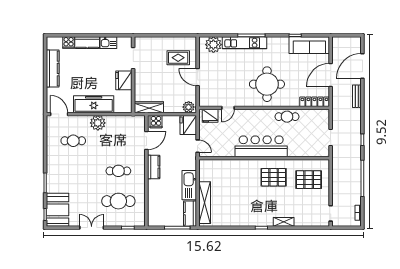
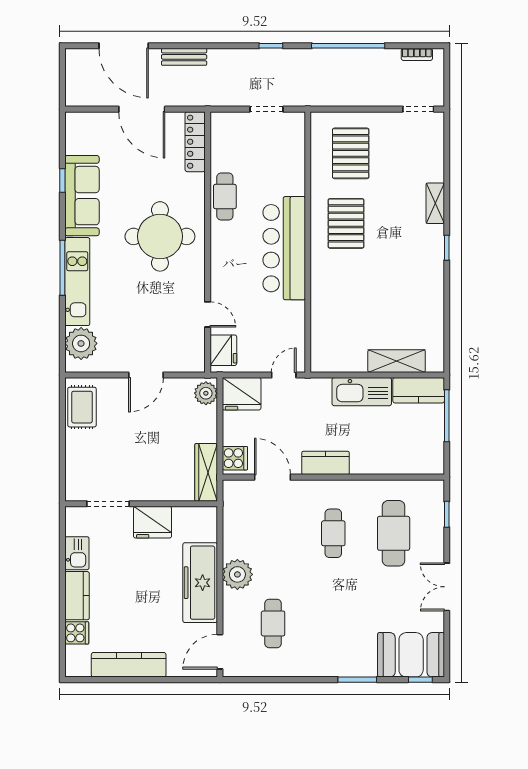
sofa: (309, 45) -> (82, 196), moved
rug: (178, 58) -> (82, 407), moved
shelving: (205, 203) -> (397, 361), width x0.68

